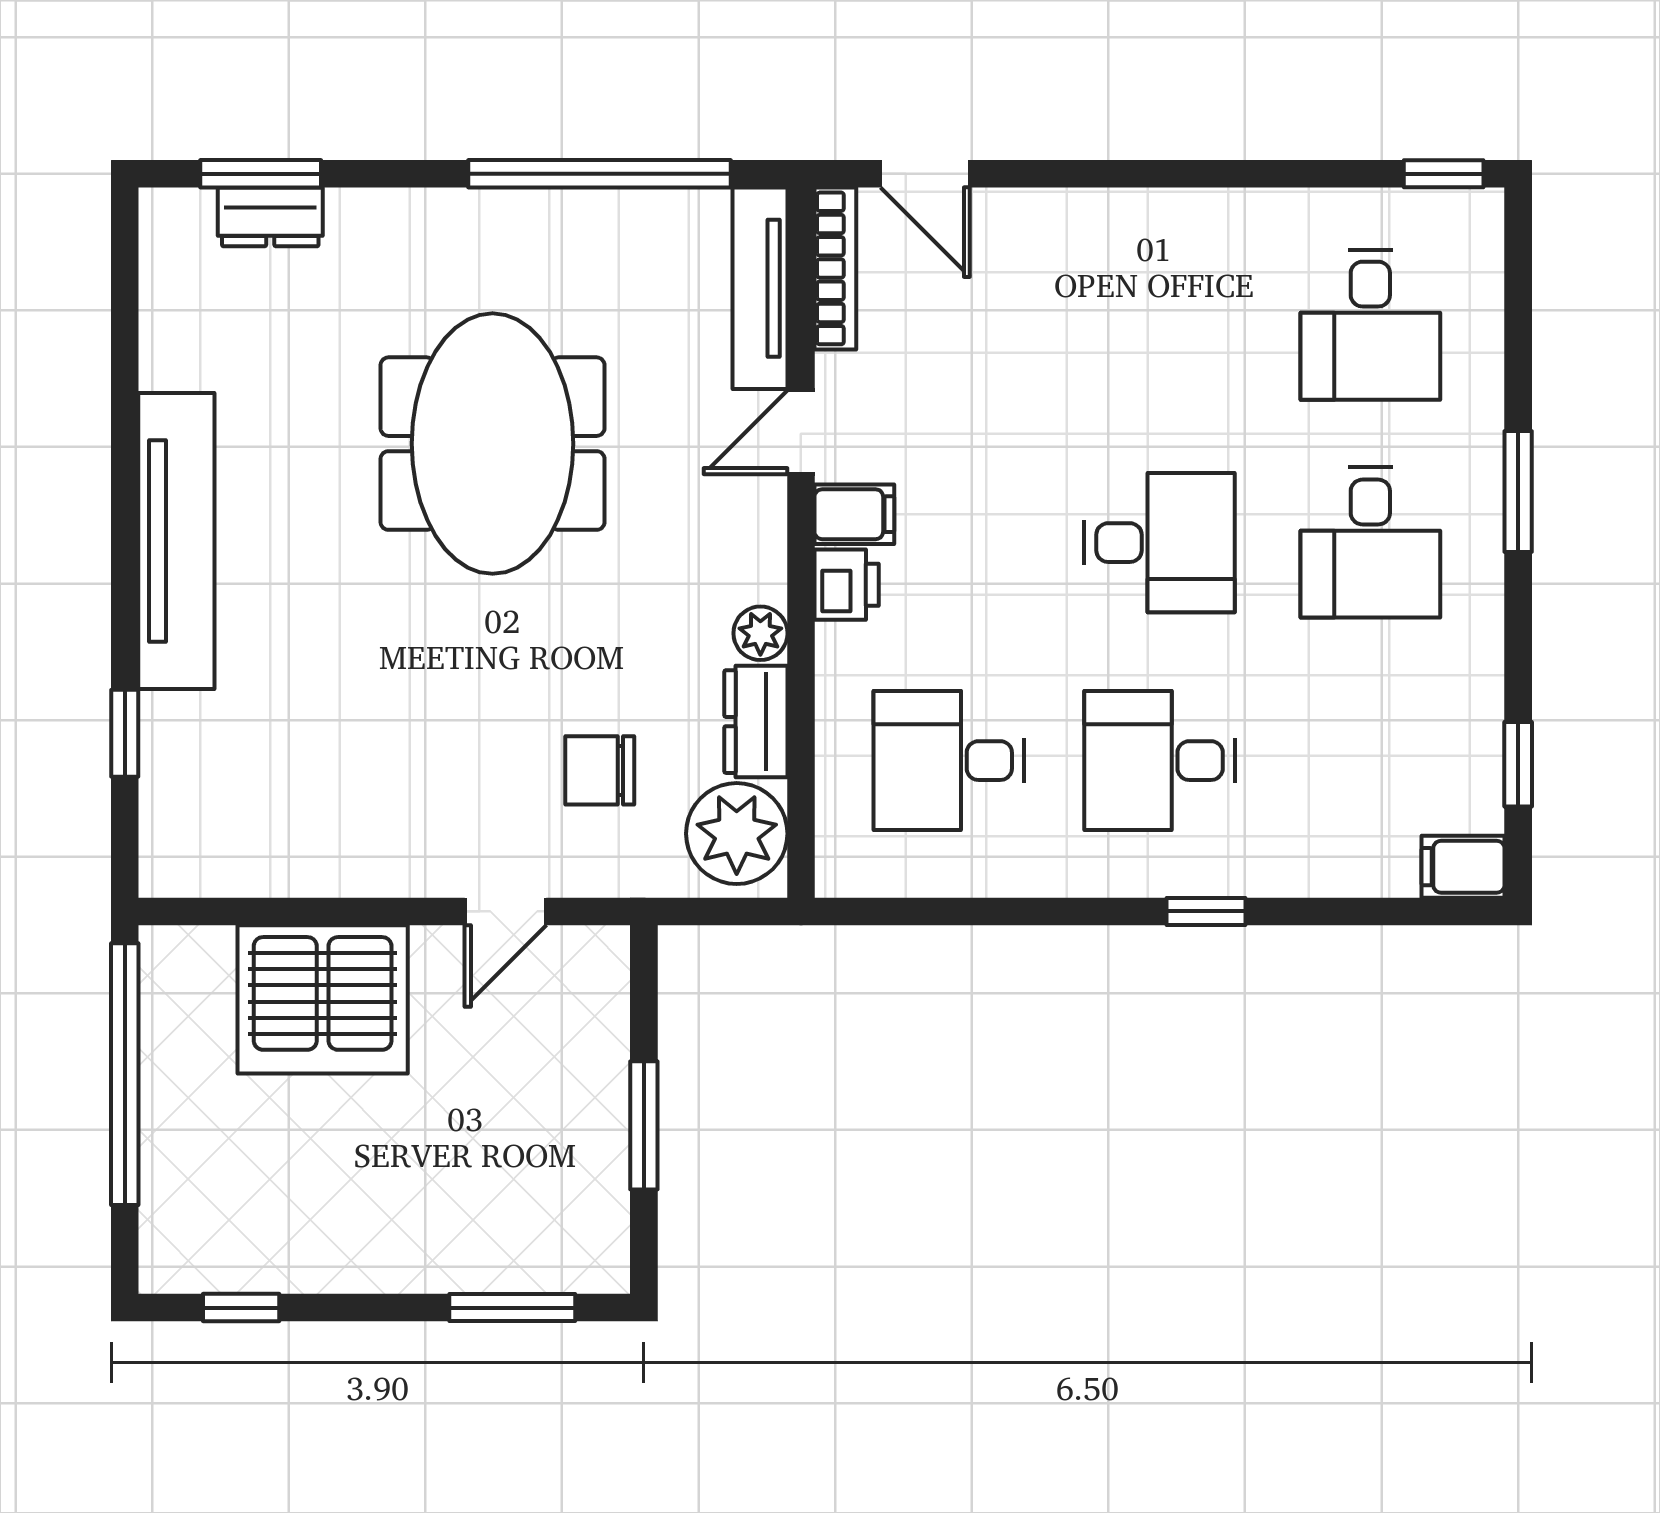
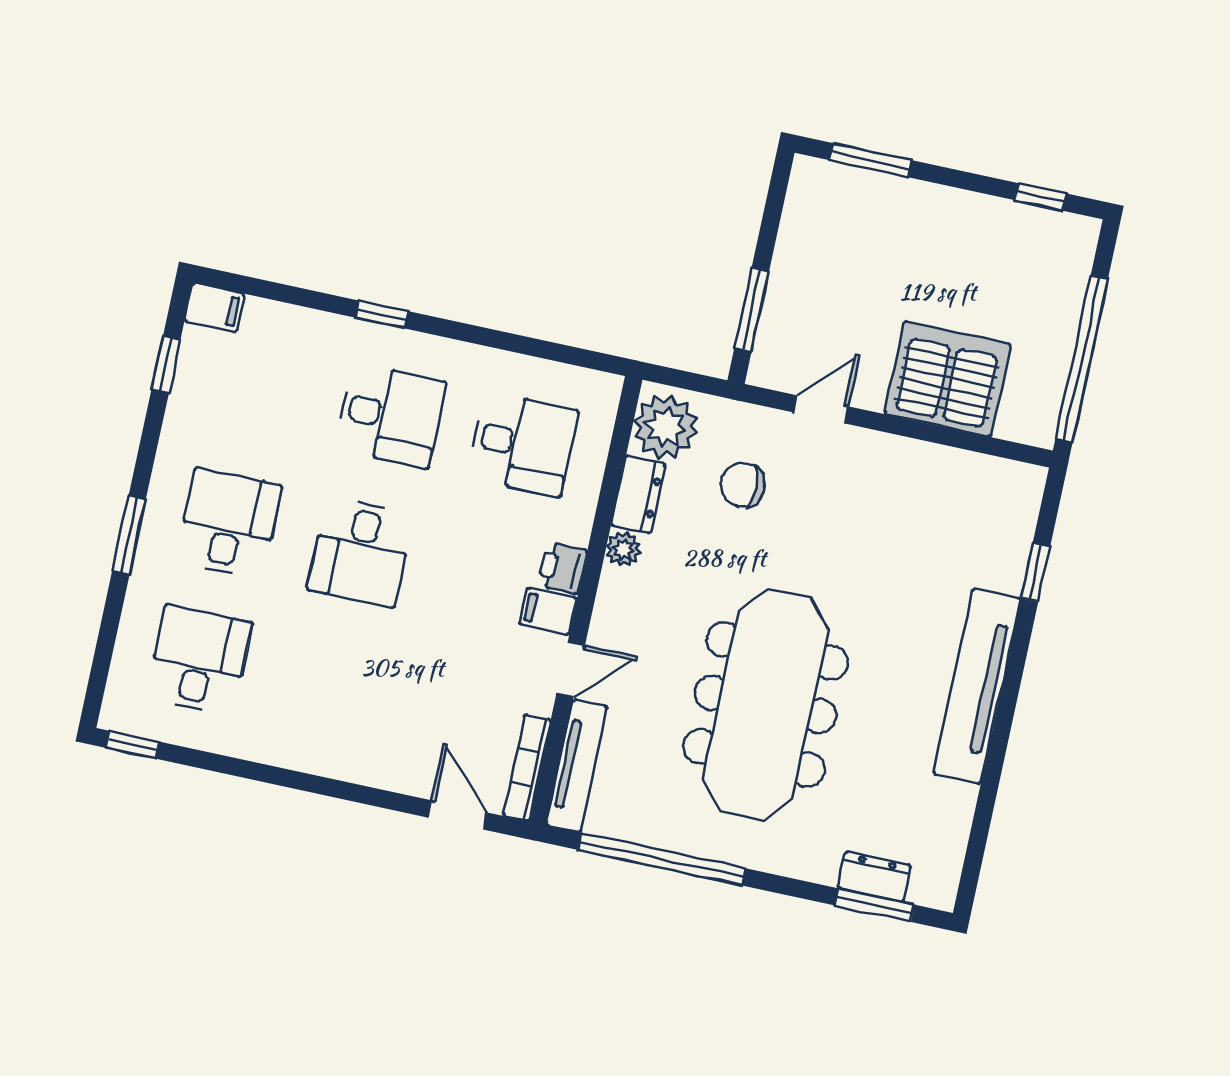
meeting table: (493, 444) -> (766, 704), width x1.36
desk: (1160, 543) -> (361, 552), turned -90
chair: (600, 770) -> (743, 485), turned 180
window: (644, 1125) -> (752, 310), moved

